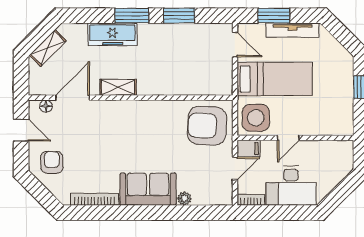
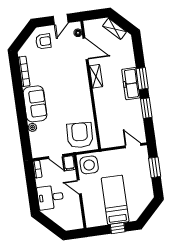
tv unit: (293, 30) -> (147, 180), removed
freezer: (112, 34) -> (131, 84), moved
door: (235, 45) -> (133, 146), swing flipped
bed: (275, 79) -> (115, 200), moved, turned 180
desk: (291, 186) -> (50, 197), width x0.73

